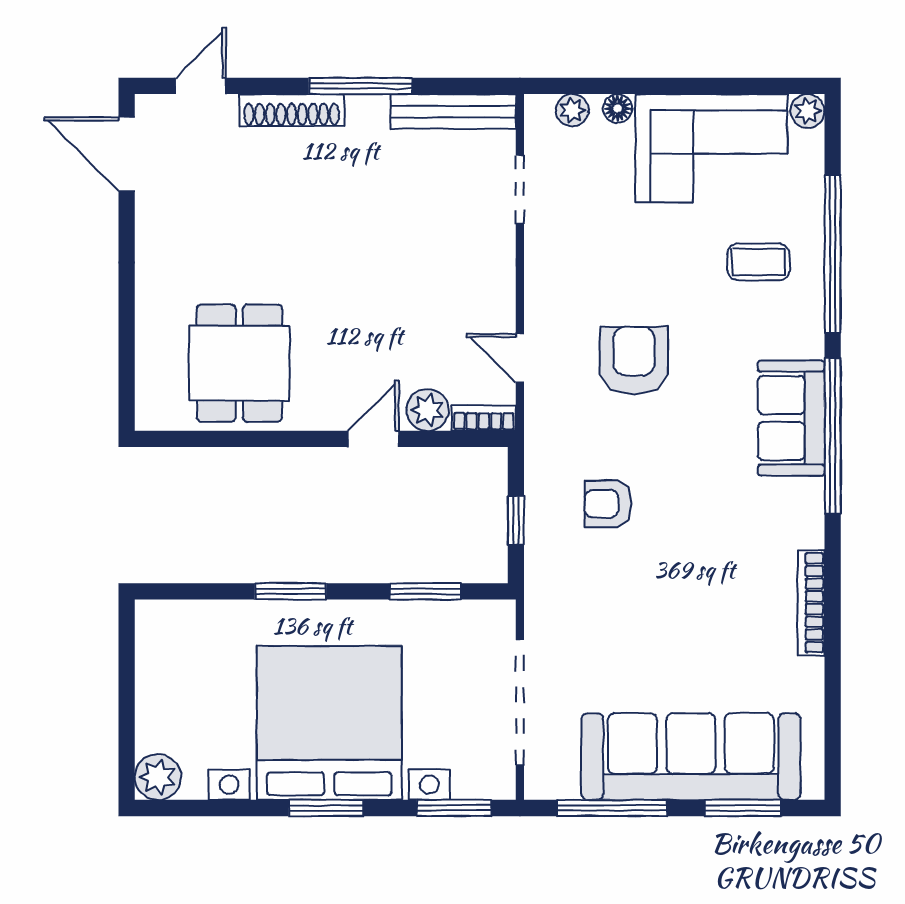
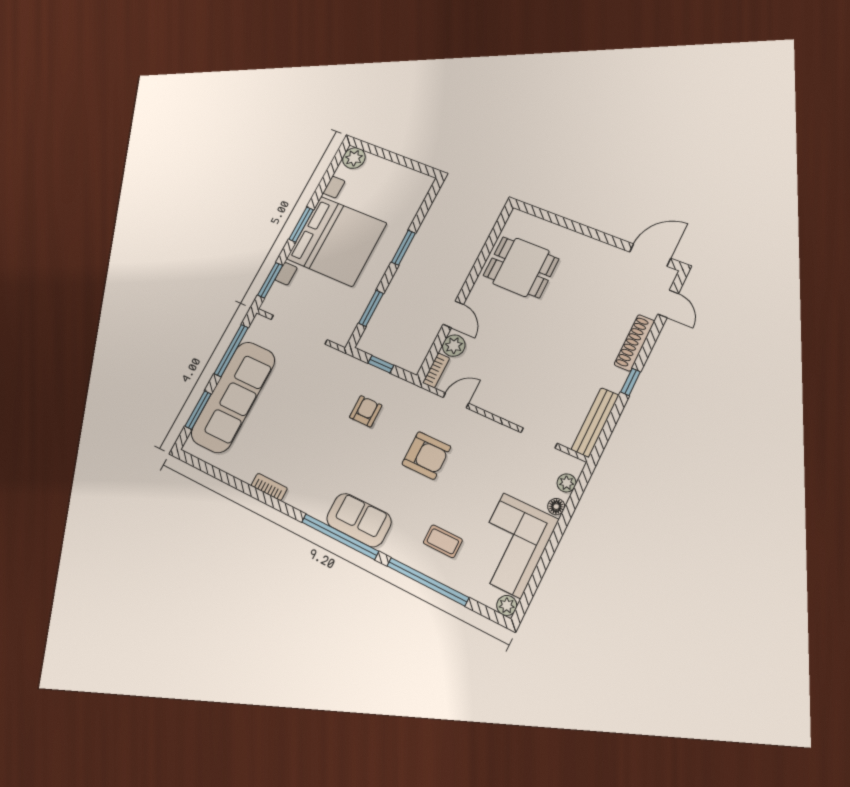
window: (361, 86) -> (631, 382), width x0.46
coffee table: (758, 262) -> (443, 541), turned 90
bookcase: (811, 603) -> (269, 487), width x0.64

